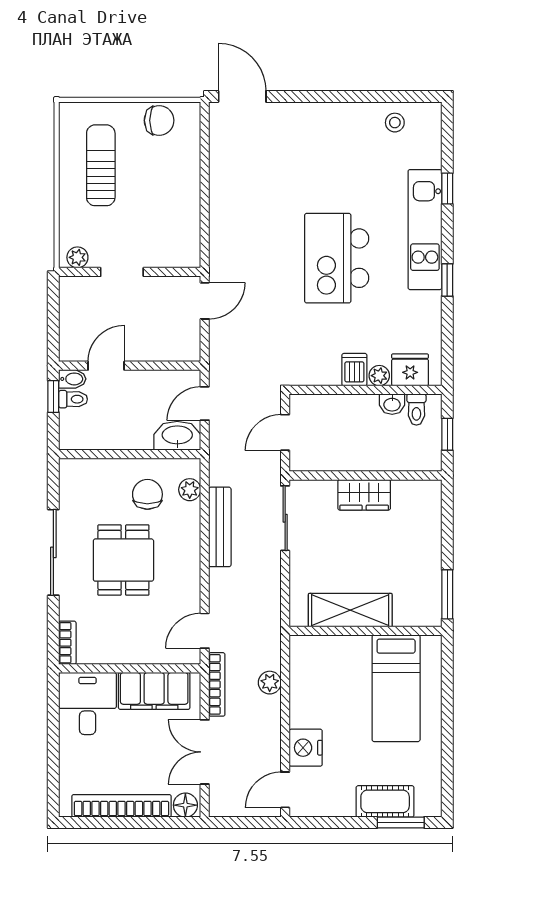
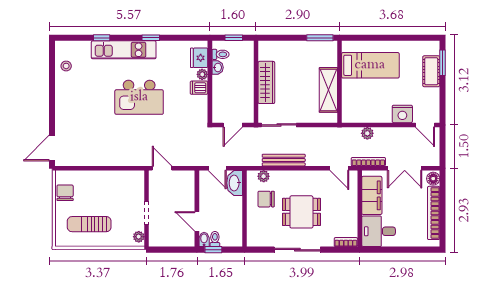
door: (285, 432) -> (233, 125), hinge flipped
wardrobe: (364, 495) -> (266, 82), width x1.50

